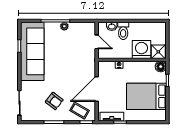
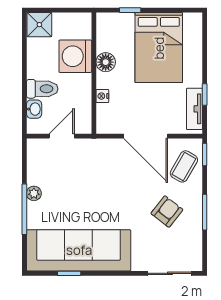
shower: (158, 52) -> (39, 25), moved
floor lamp: (161, 67) -> (106, 62), moved

